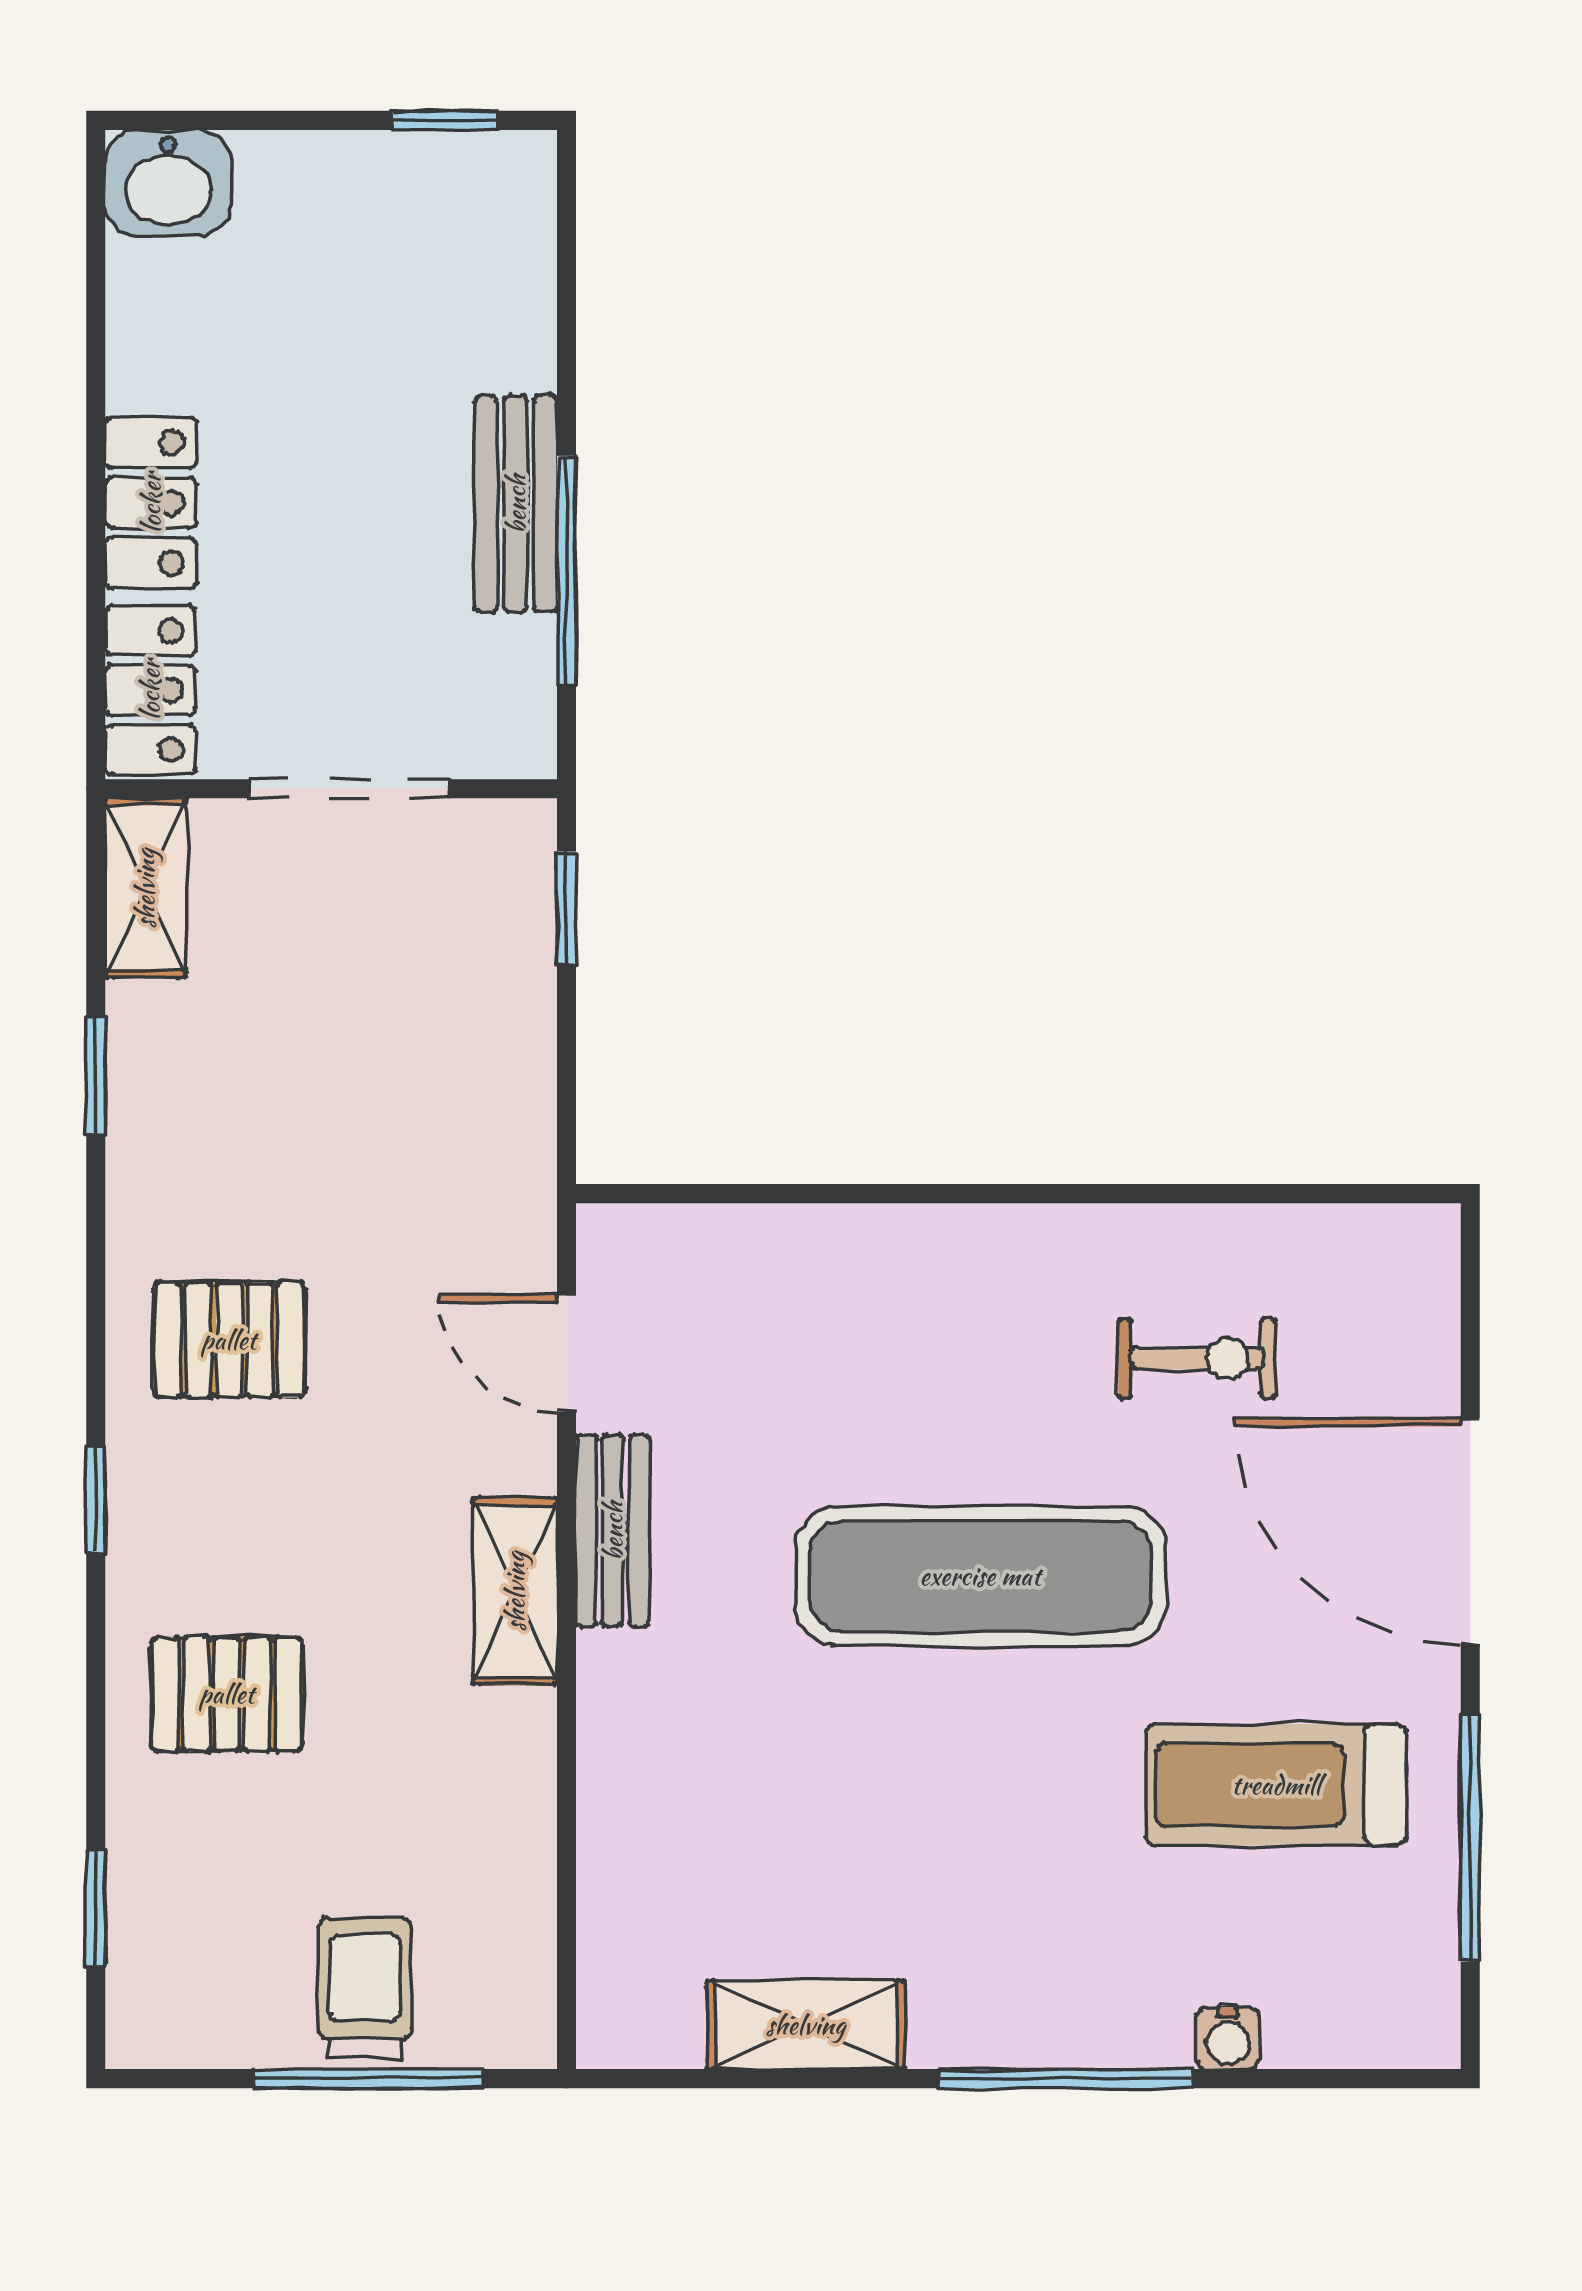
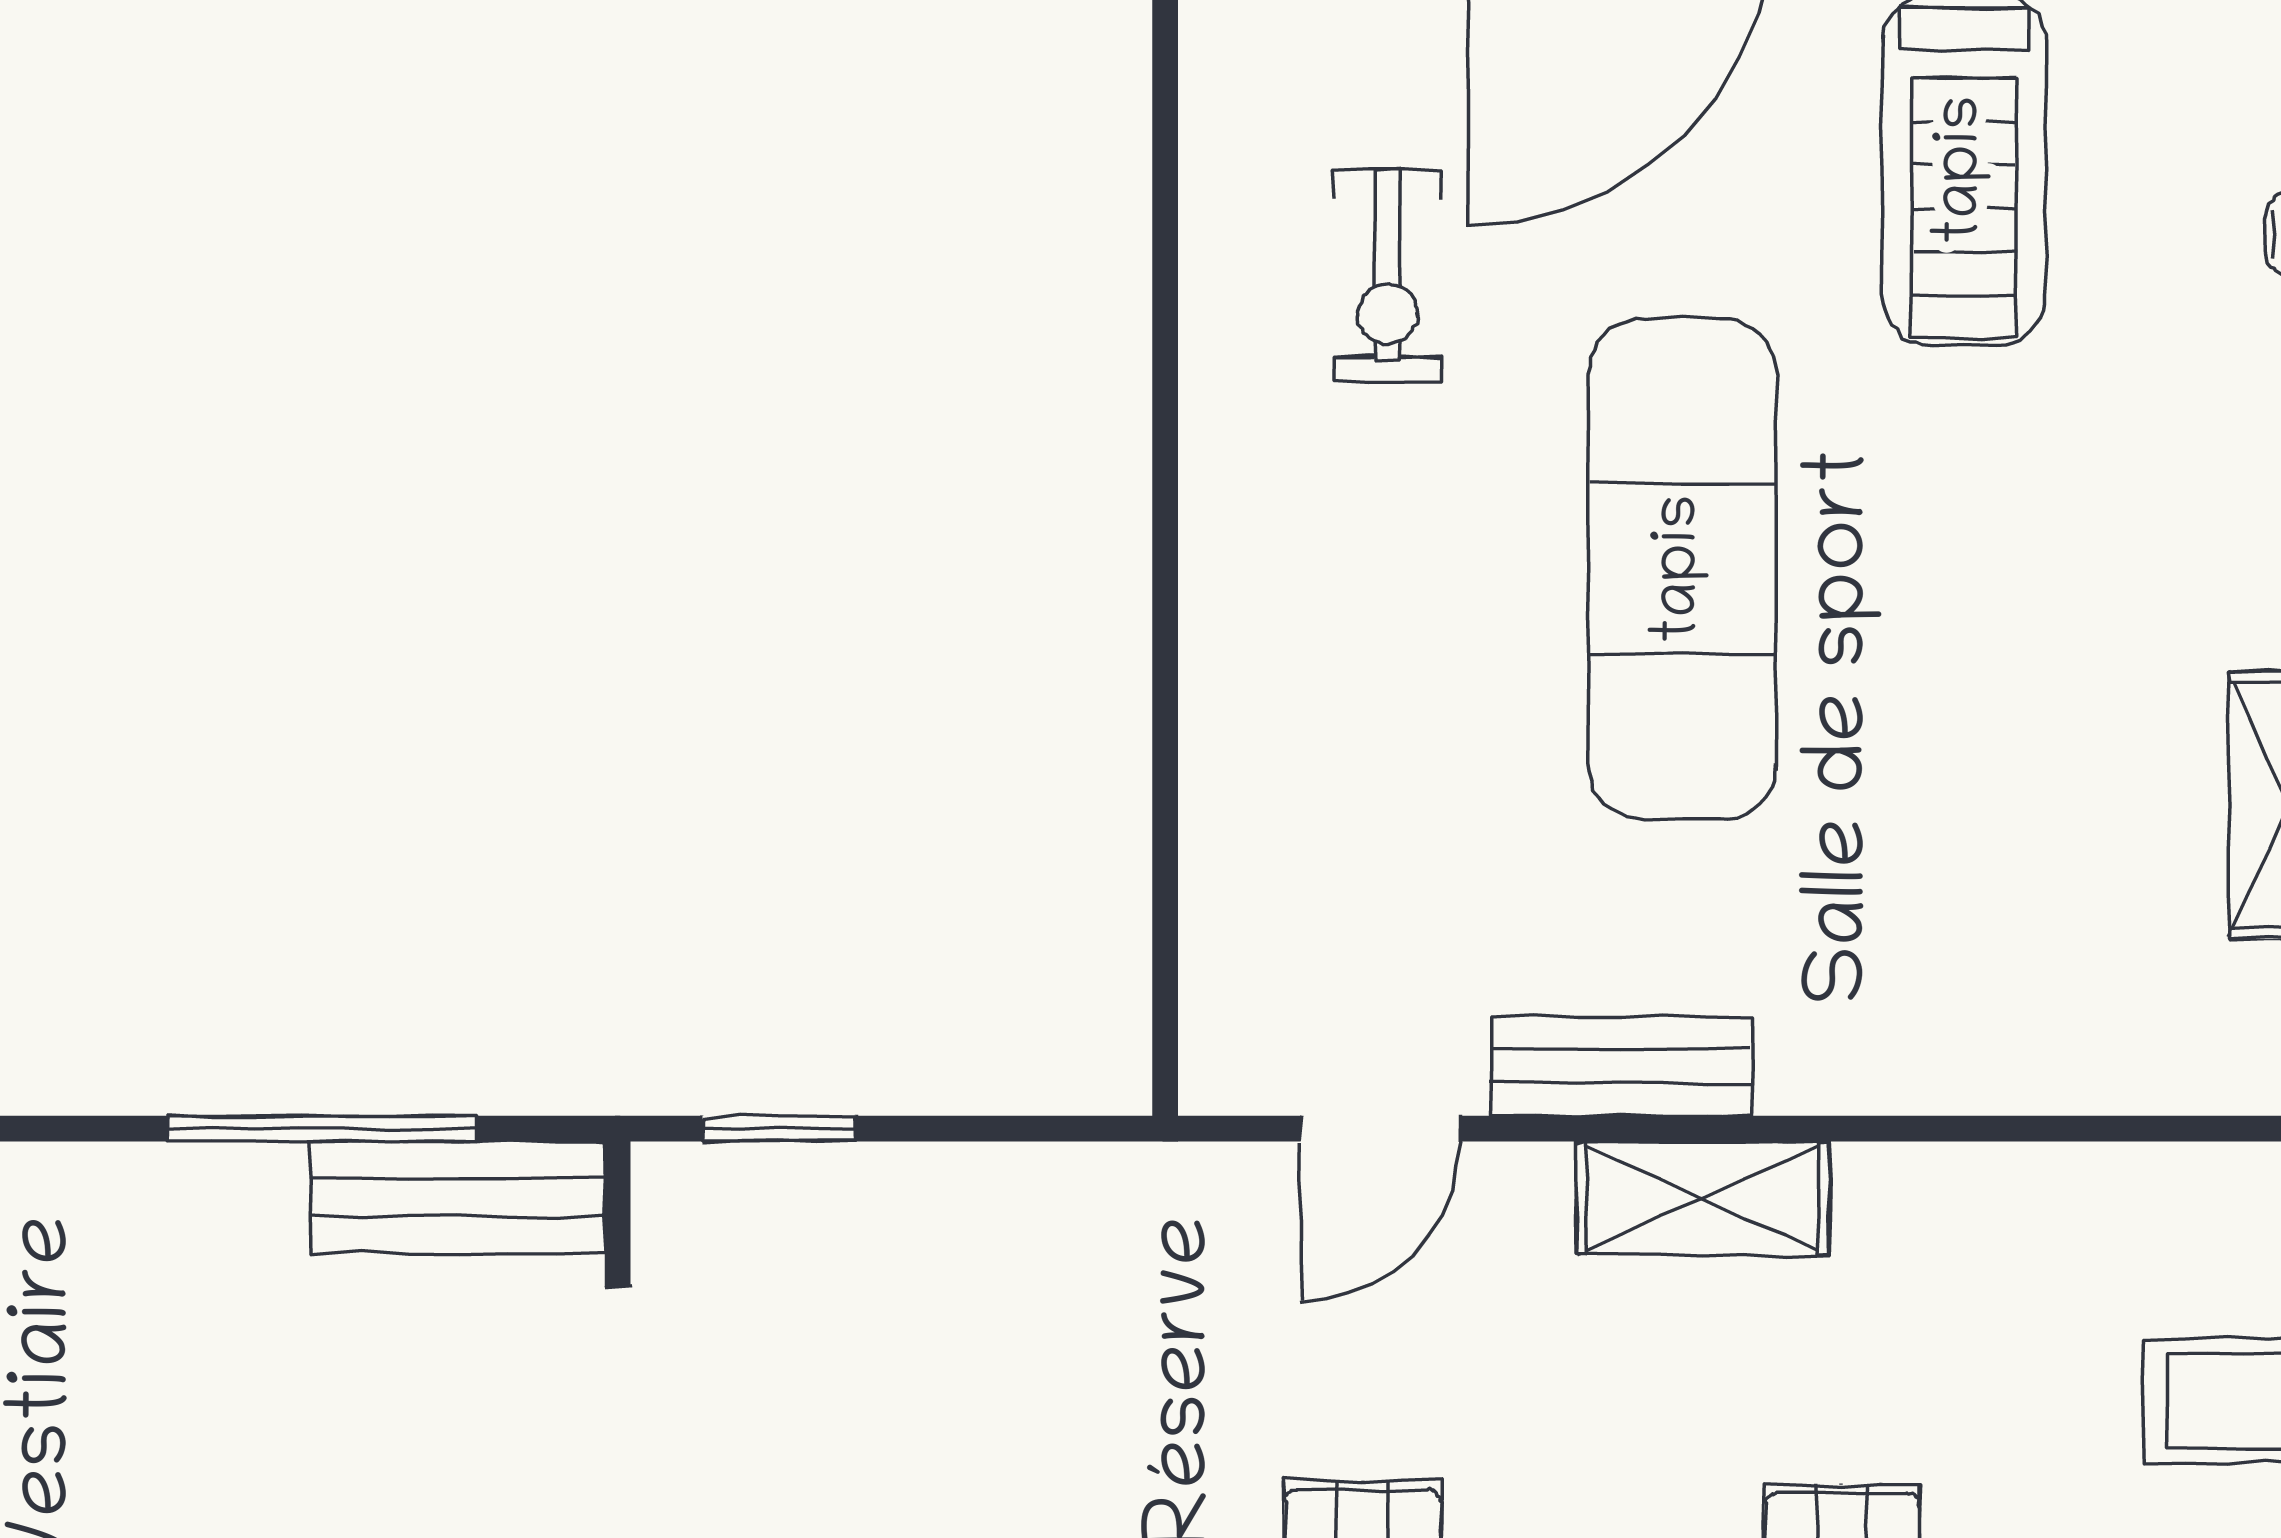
bench: (516, 504) -> (458, 1197), moved
exercise bike: (1197, 1358) -> (1388, 276), turned 180

